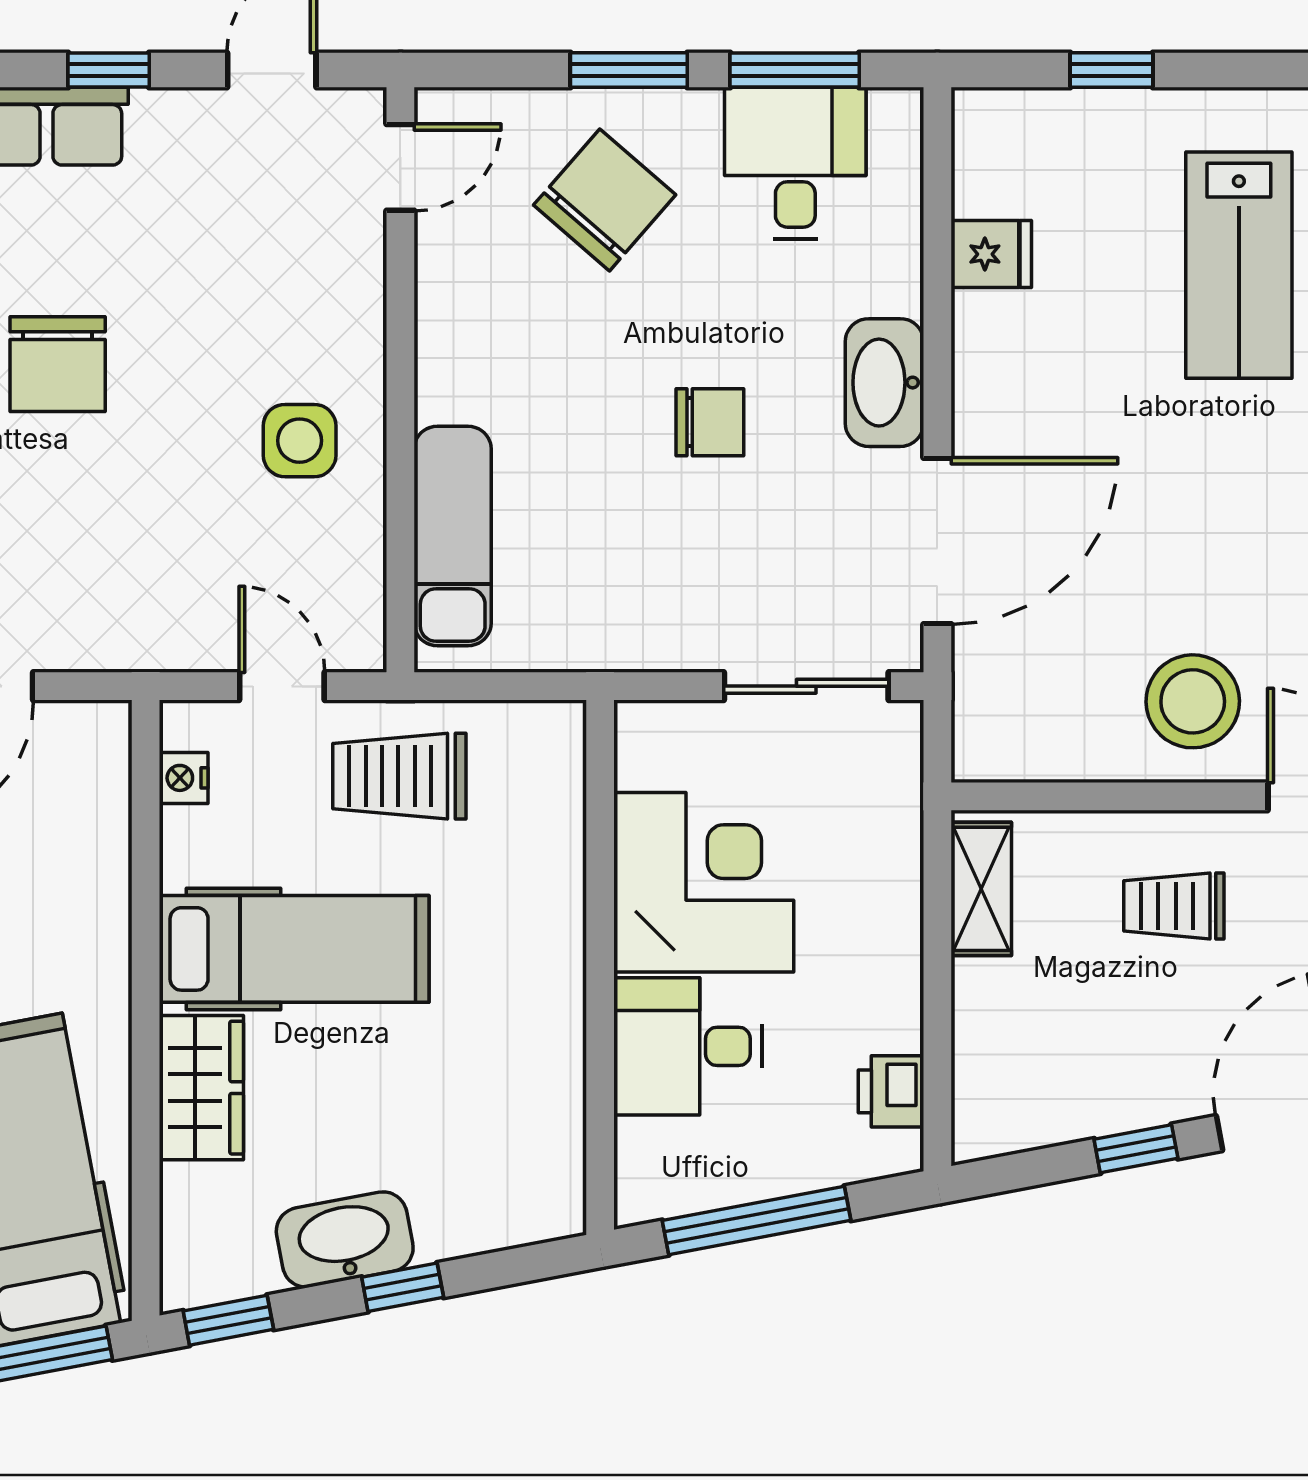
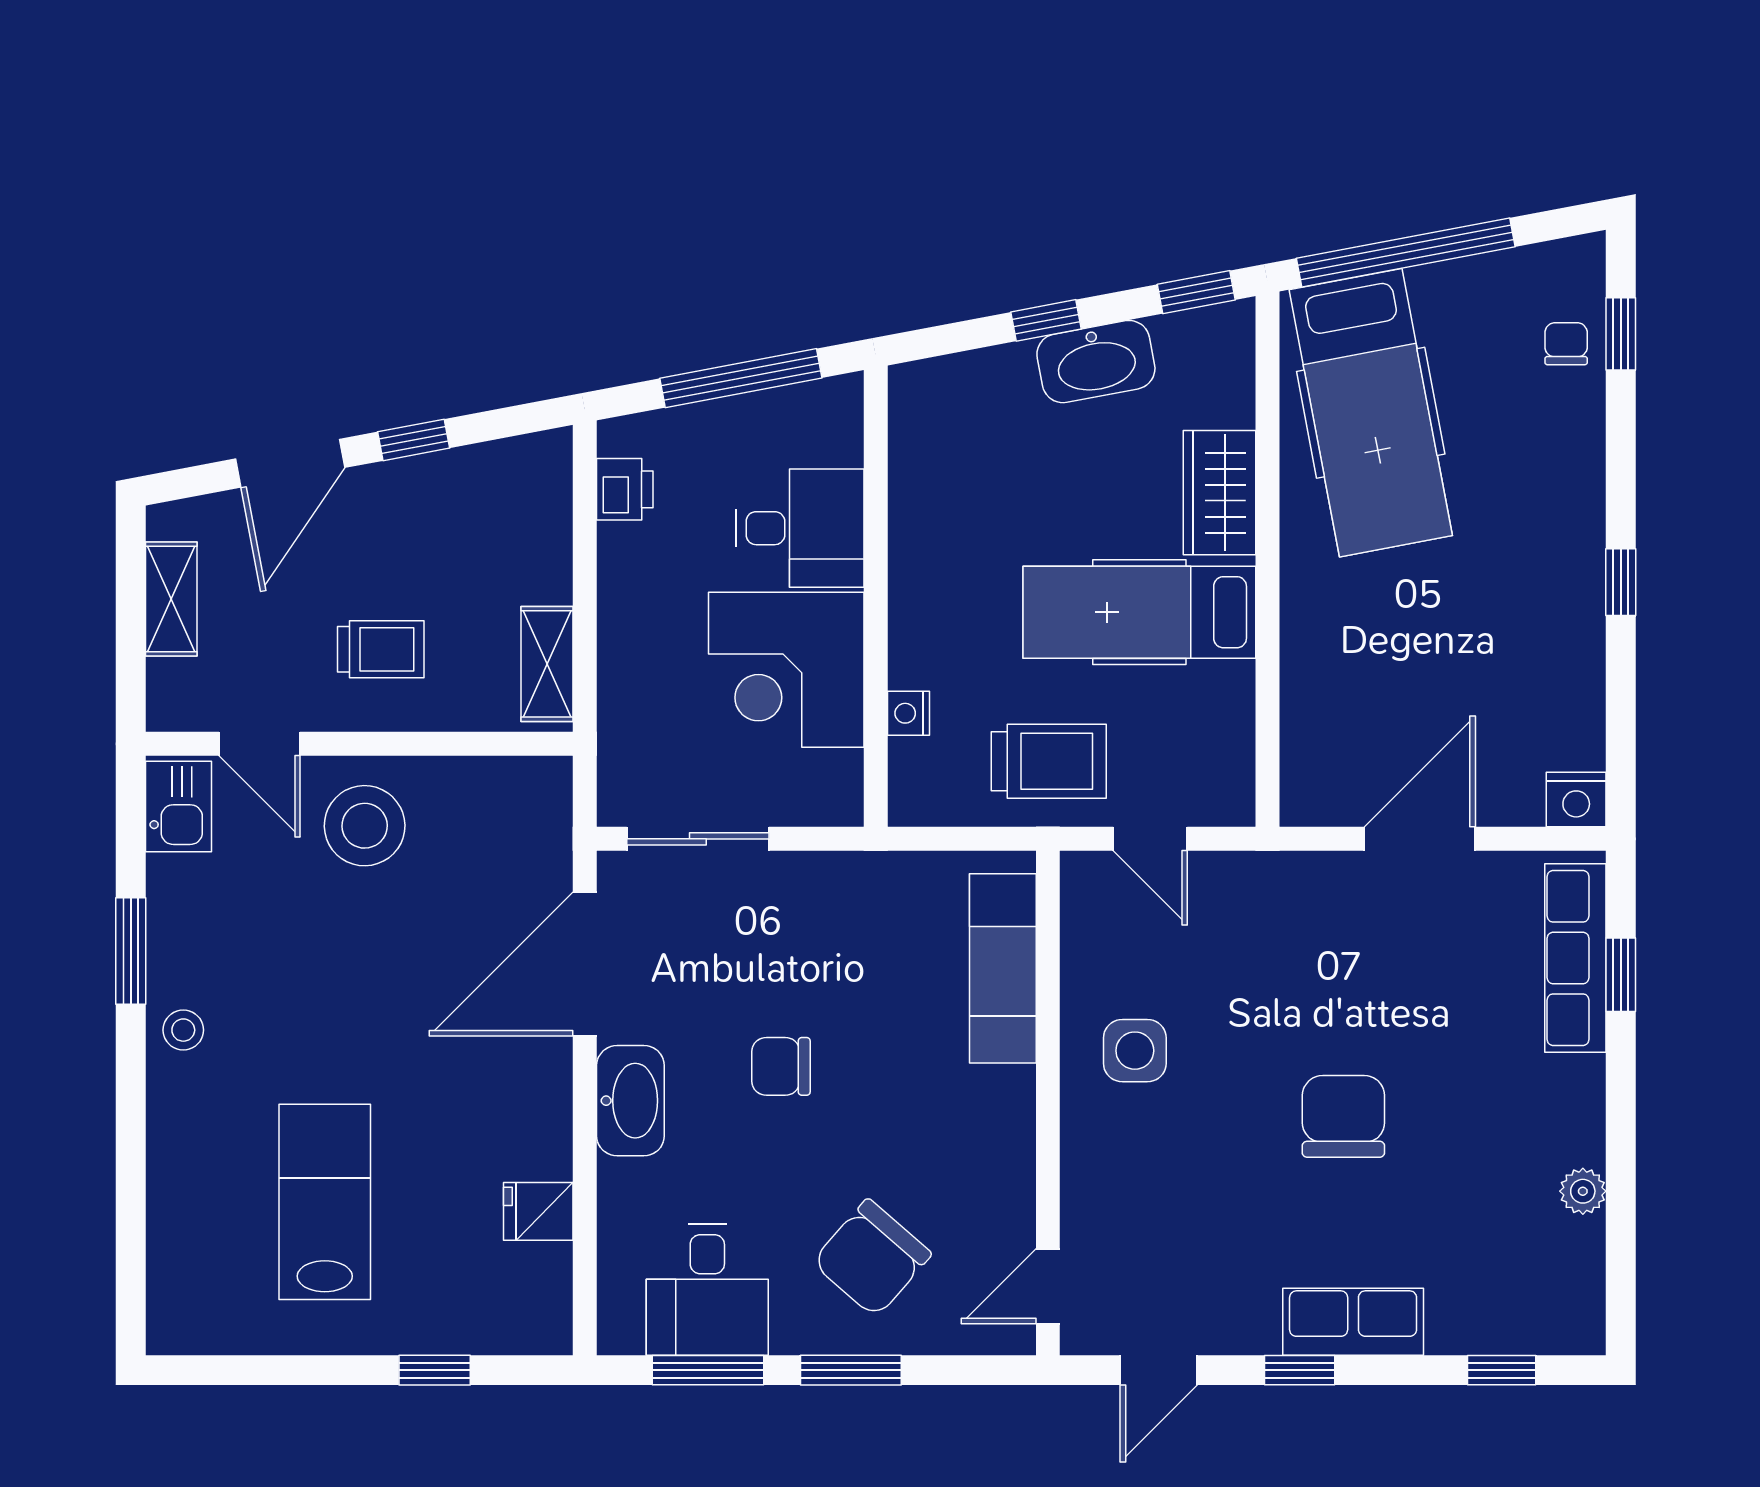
nightstand: (184, 778) -> (908, 713), moved, turned 180

